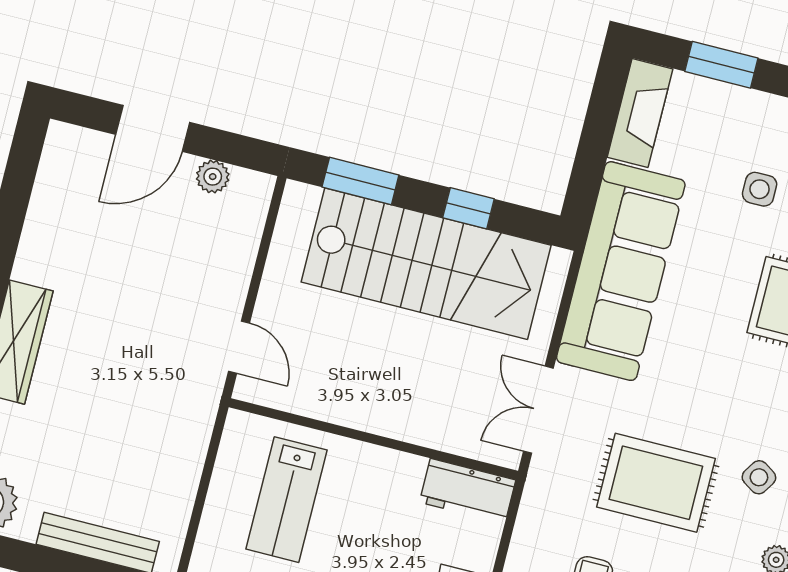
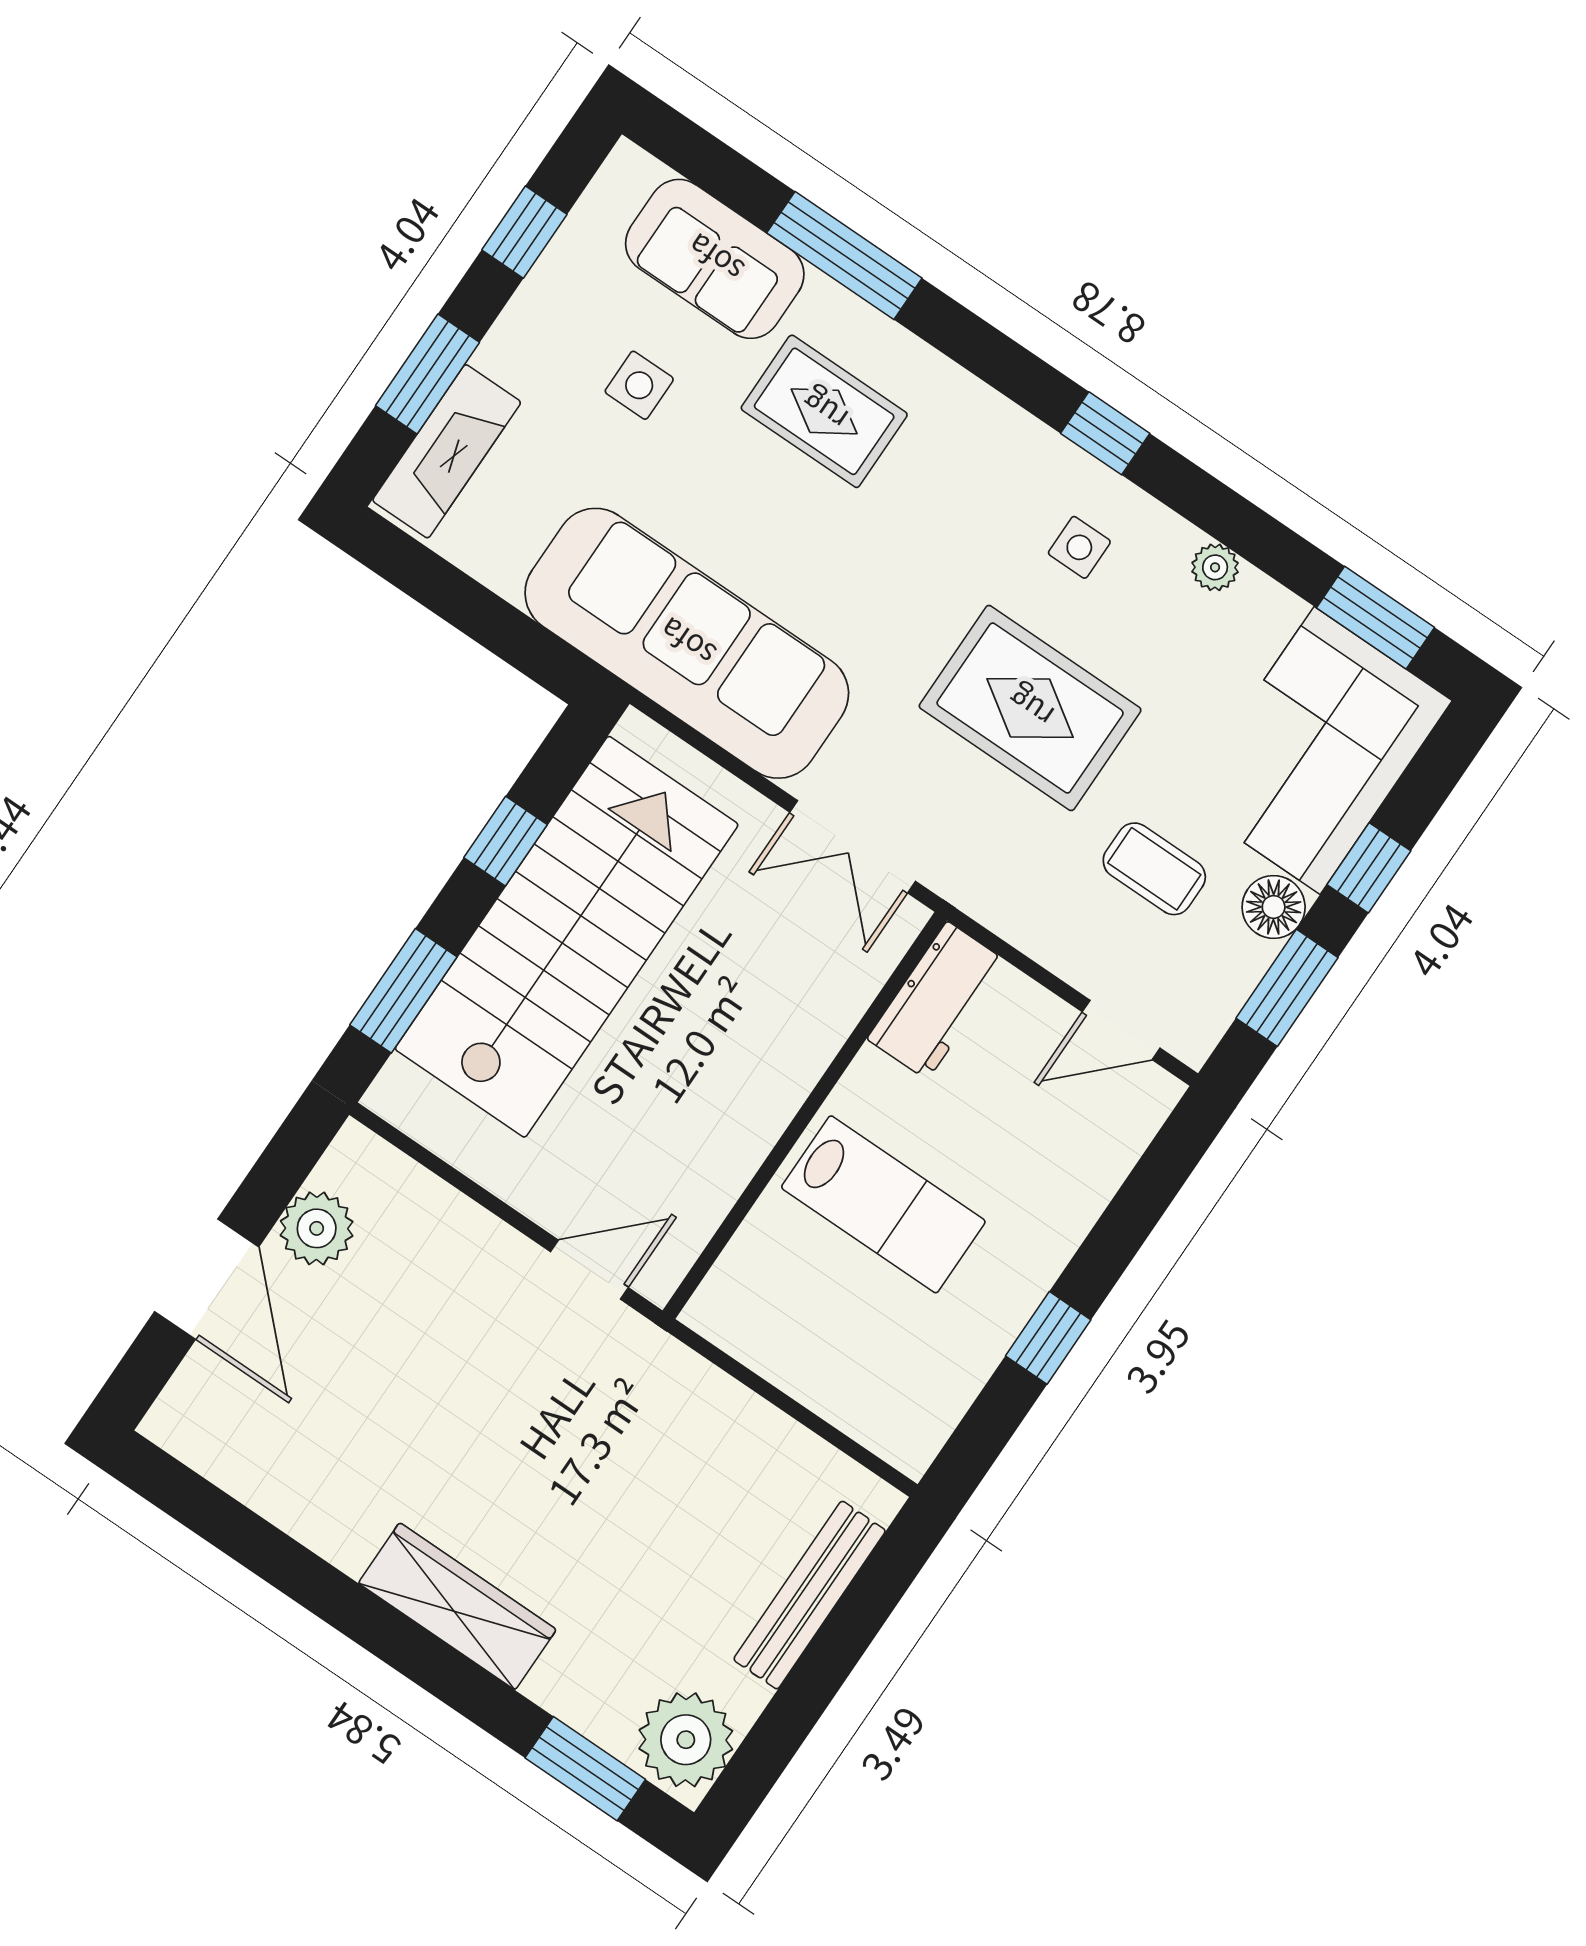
fireplace: (640, 113) -> (447, 451), moved, turned 90
plant: (213, 177) -> (317, 1228), width x1.38, depth x1.38
side table: (759, 477) -> (1079, 547), turned -33
rug: (656, 483) -> (1030, 708), turned 90
lab bench: (286, 500) -> (883, 1204), moved

